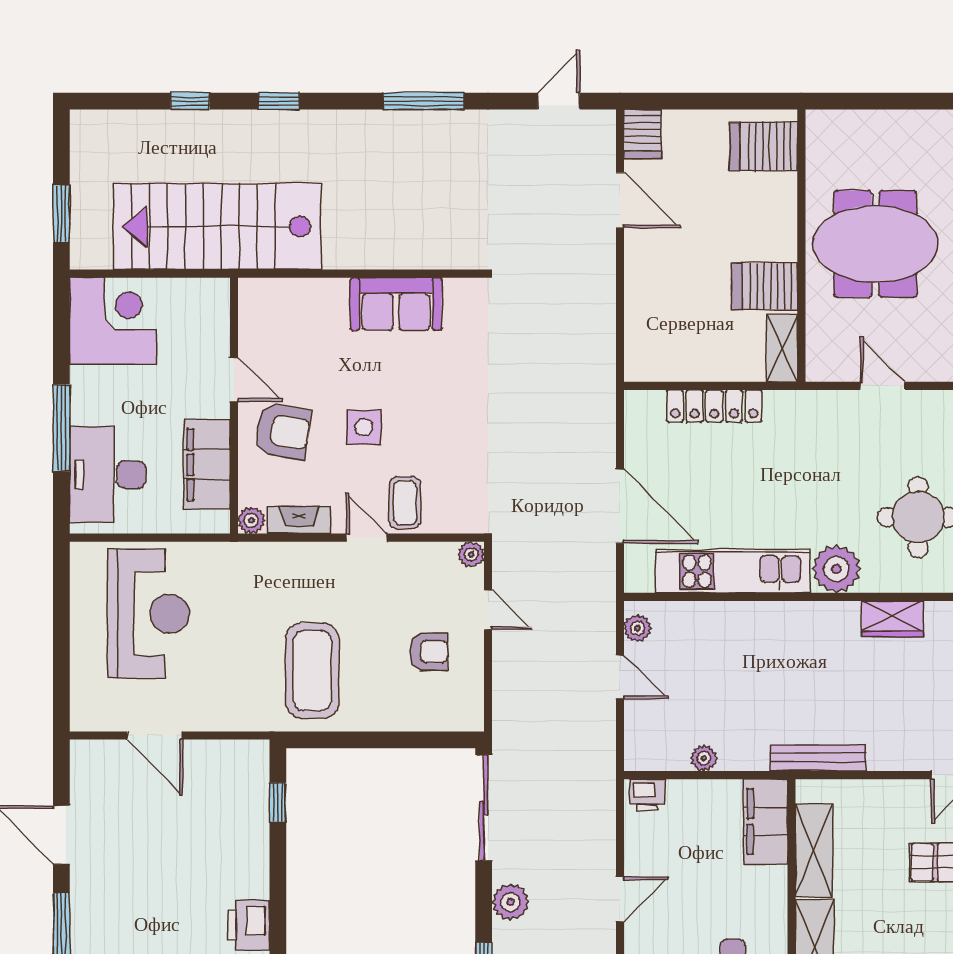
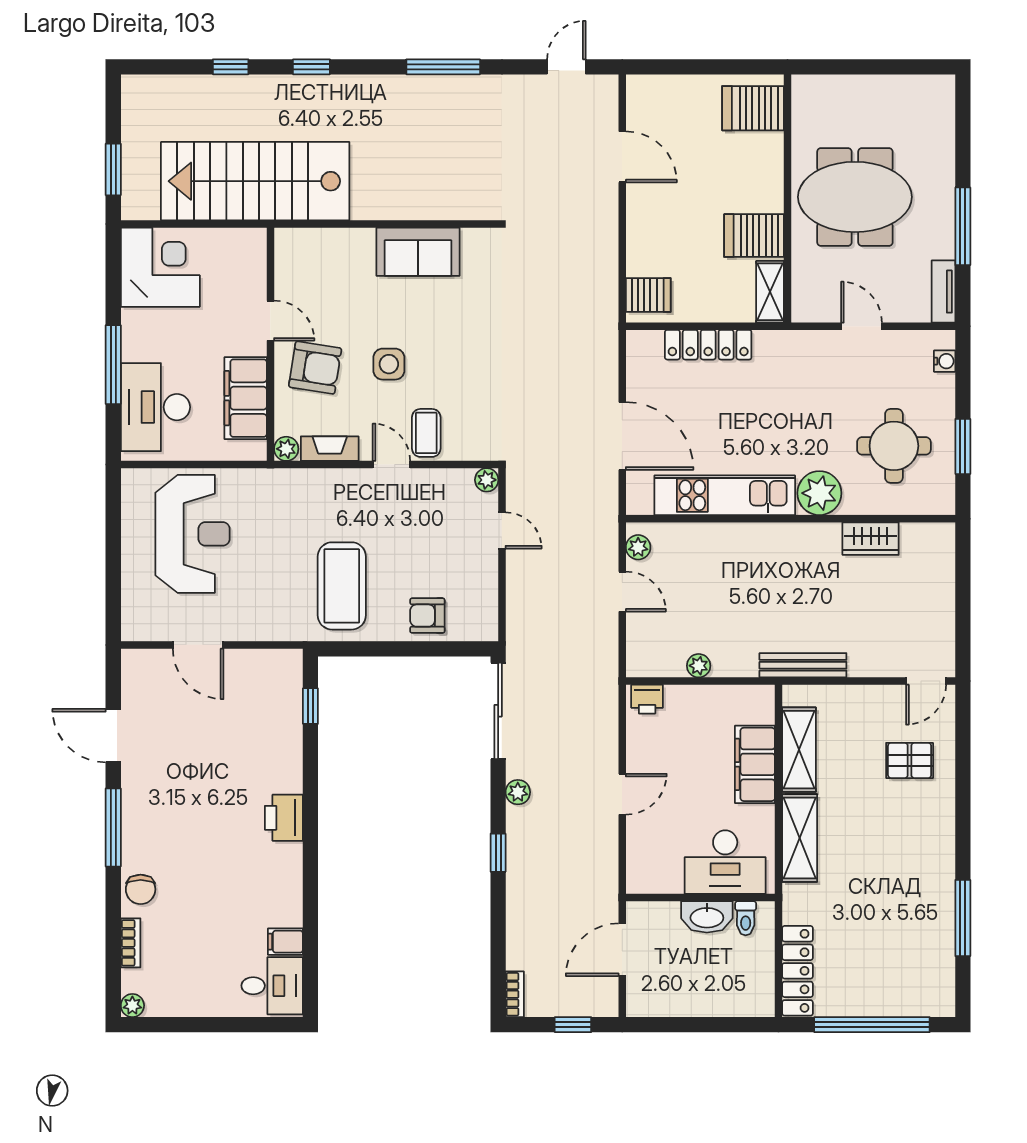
server rack: (643, 134) -> (648, 295), moved, turned -90
armchair: (429, 652) -> (427, 616), moved, turned 180
filing cabinet: (766, 822) -> (755, 764), moved
plant: (510, 902) -> (518, 792), width x0.73, depth x0.73

